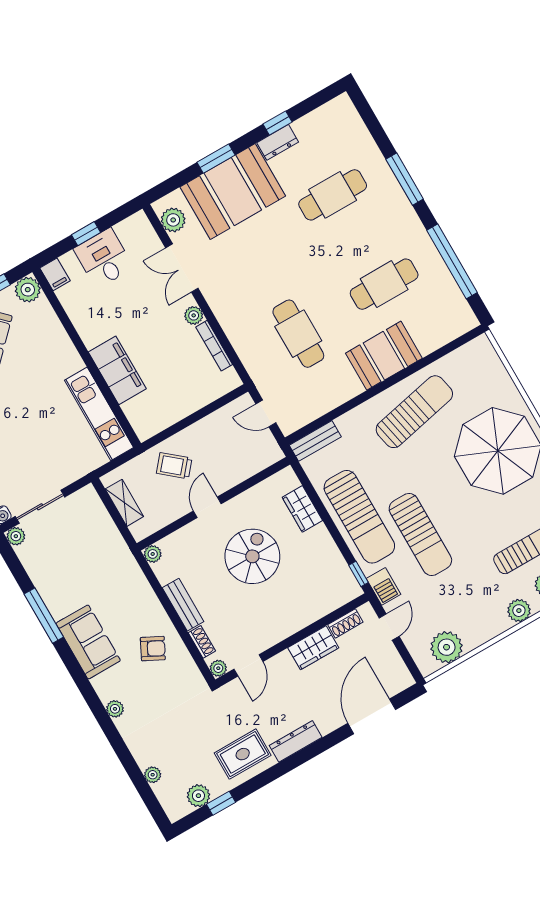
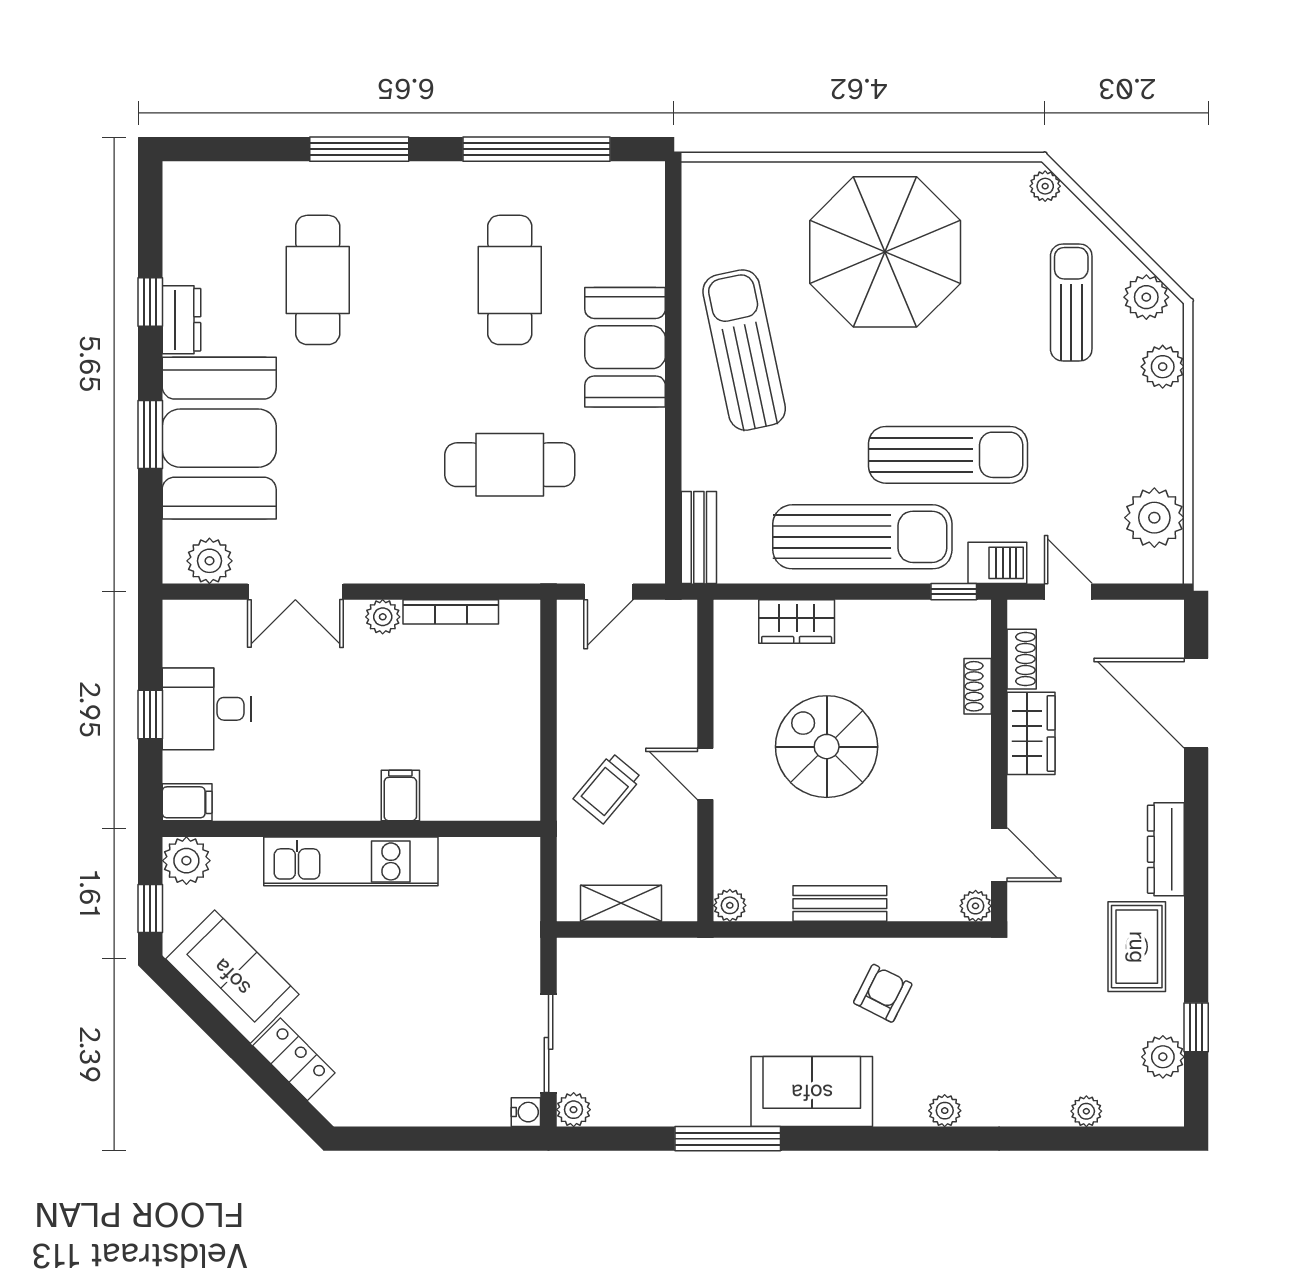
filing cabinet: (117, 370) -> (400, 795), width x0.33, depth x0.86
kitchen unit: (99, 414) -> (351, 861), moved
shoe rack: (202, 642) -> (978, 686), moved, turned -90

